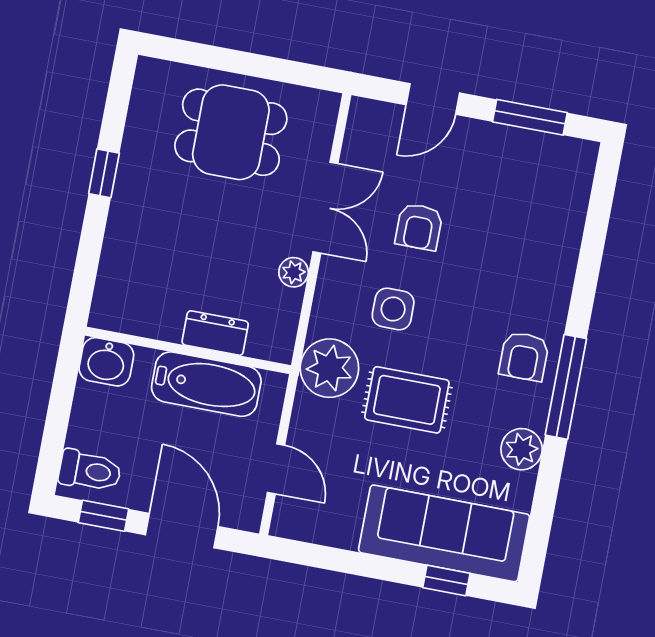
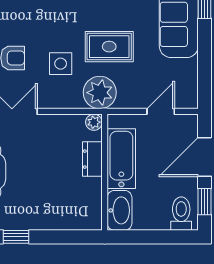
plant: (294, 272) -> (94, 122), moved
washbasin: (106, 362) -> (120, 210), width x1.38
rug: (407, 400) -> (109, 47), turned 90

